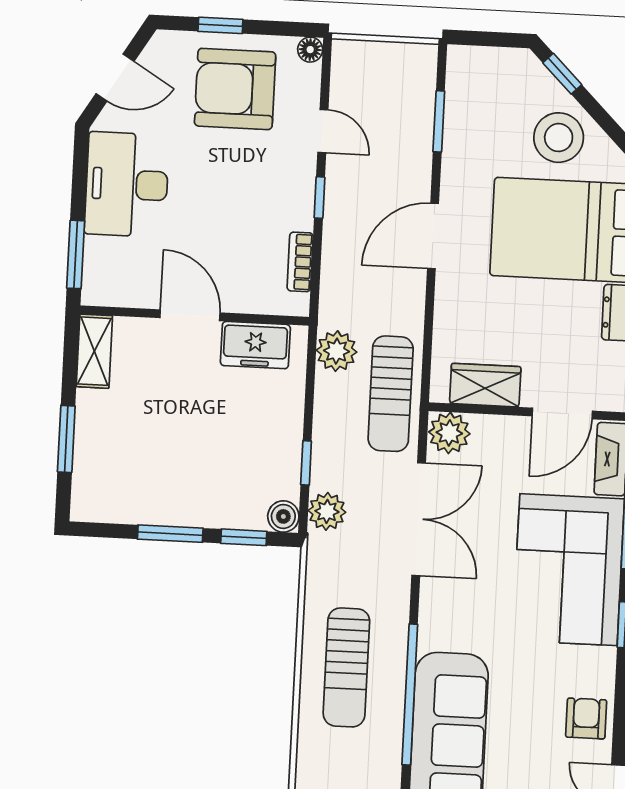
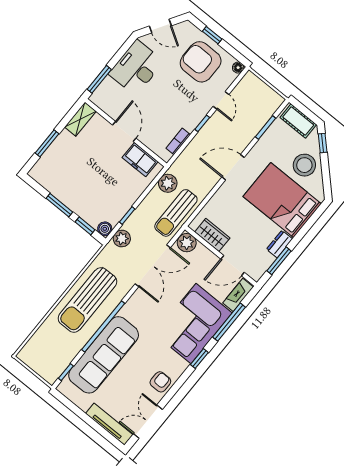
cot: (489, 66) -> (298, 121), added
sun lounger: (346, 667) -> (87, 300), width x1.36, depth x1.34

